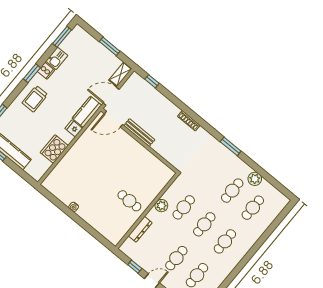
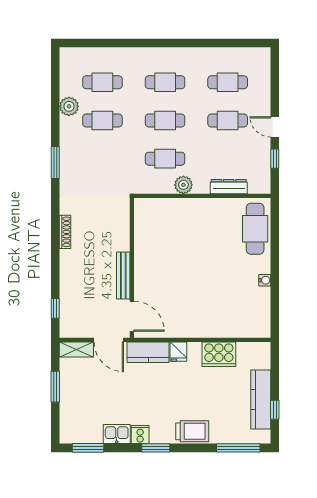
trolley: (35, 99) -> (192, 431), moved
cafe table: (129, 201) -> (255, 229), moved, width x1.37, depth x1.35

